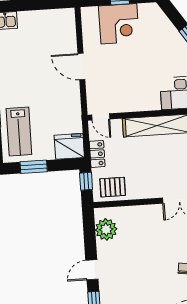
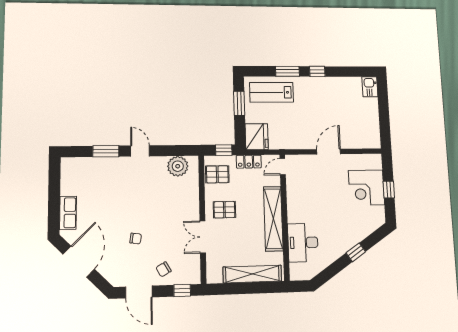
pallet: (150, 178) -> (224, 210), added
pallet: (113, 187) -> (217, 174), turned 90

